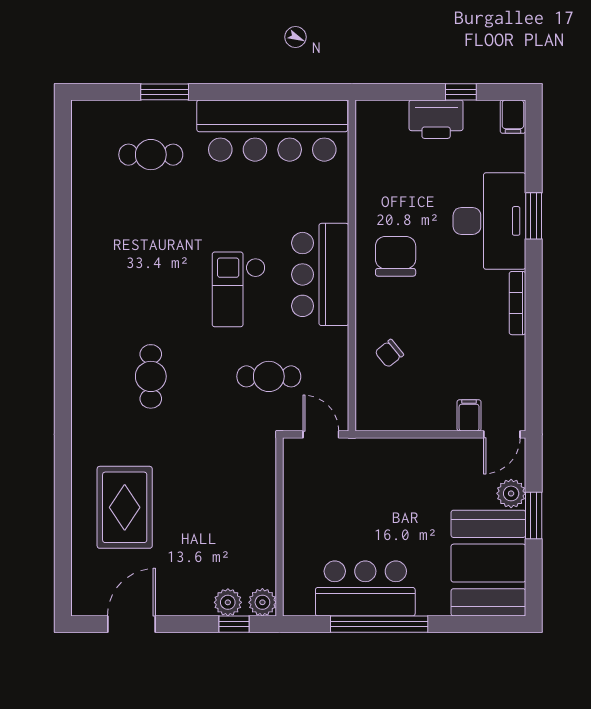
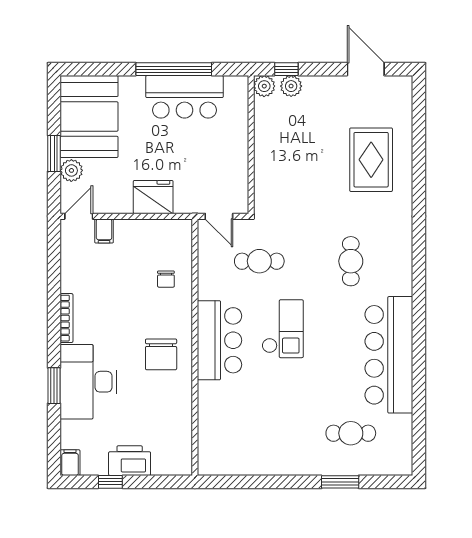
bar counter: (272, 131) -> (389, 355), moved, turned -90
chair: (389, 353) -> (166, 279), turned 129
fridge: (406, 459) -> (153, 197), added
door: (131, 624) -> (366, 69), swing flipped

